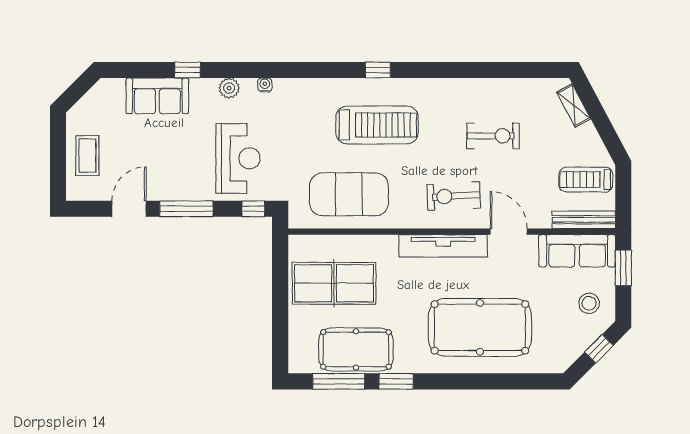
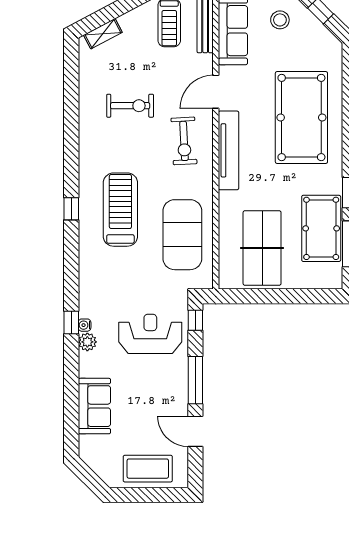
window: (188, 70) -> (71, 322), moved
water cooler: (265, 85) -> (85, 325), moved
exercise bike: (493, 136) -> (130, 106), turned 90
coffee table: (87, 156) -> (148, 469), width x1.36, depth x1.32

